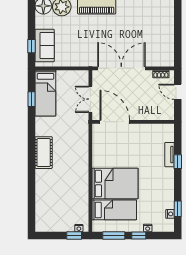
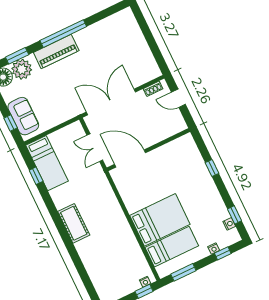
tv unit: (170, 155) -> (200, 165), removed
window: (139, 235) -> (223, 253), moved

